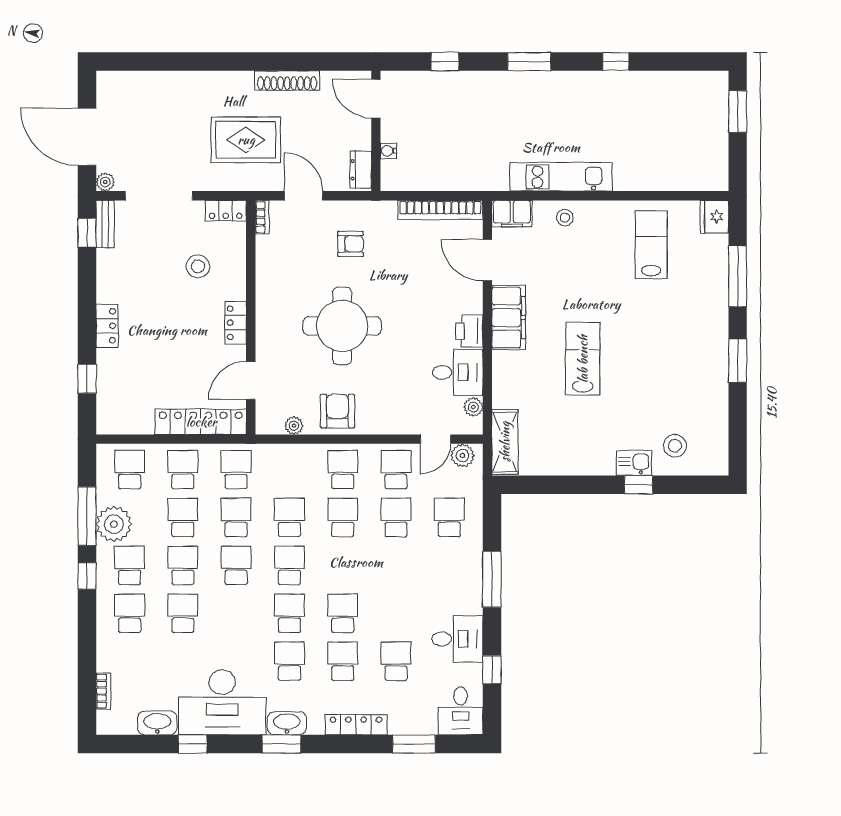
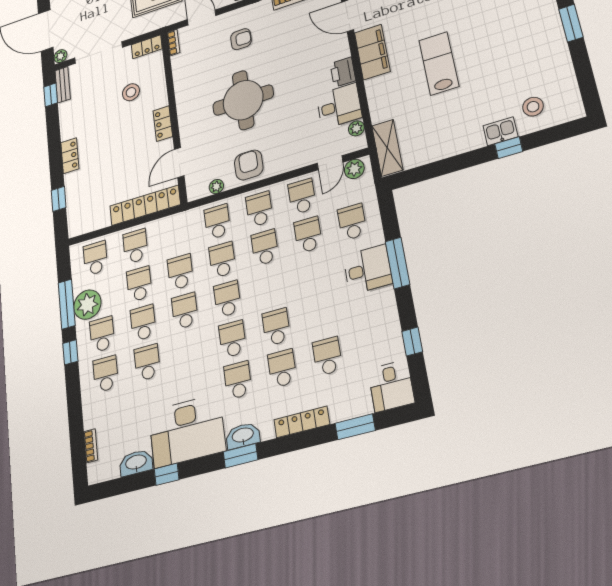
school desk: (236, 470) -> (217, 222), moved
desk: (457, 639) -> (368, 269), moved

